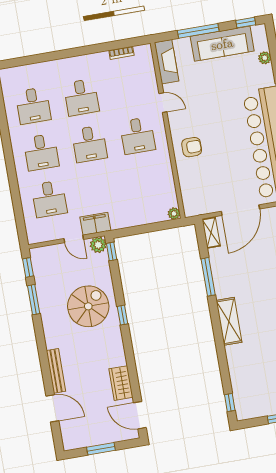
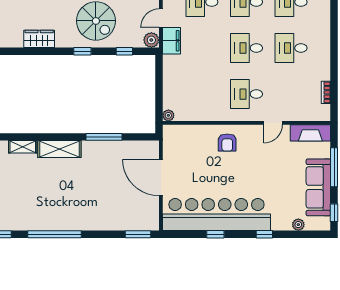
shelving: (211, 233) -> (23, 147), moved
window: (112, 251) -> (124, 51), moved
wardrobe: (121, 383) -> (39, 39), moved

